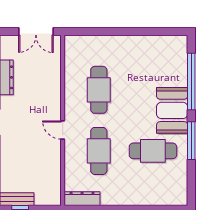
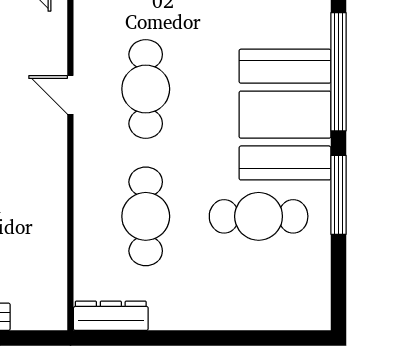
booth: (172, 110) -> (285, 115), width x1.36, depth x1.42
door: (63, 130) -> (70, 95), moved

